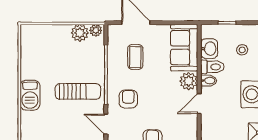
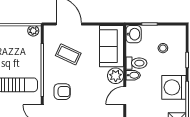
plant: (80, 33) -> (19, 33), removed
washbasin: (209, 49) -> (134, 34), moved
coffee table: (135, 57) -> (68, 54), turned -65
armchair: (128, 99) -> (62, 92), turned 90

